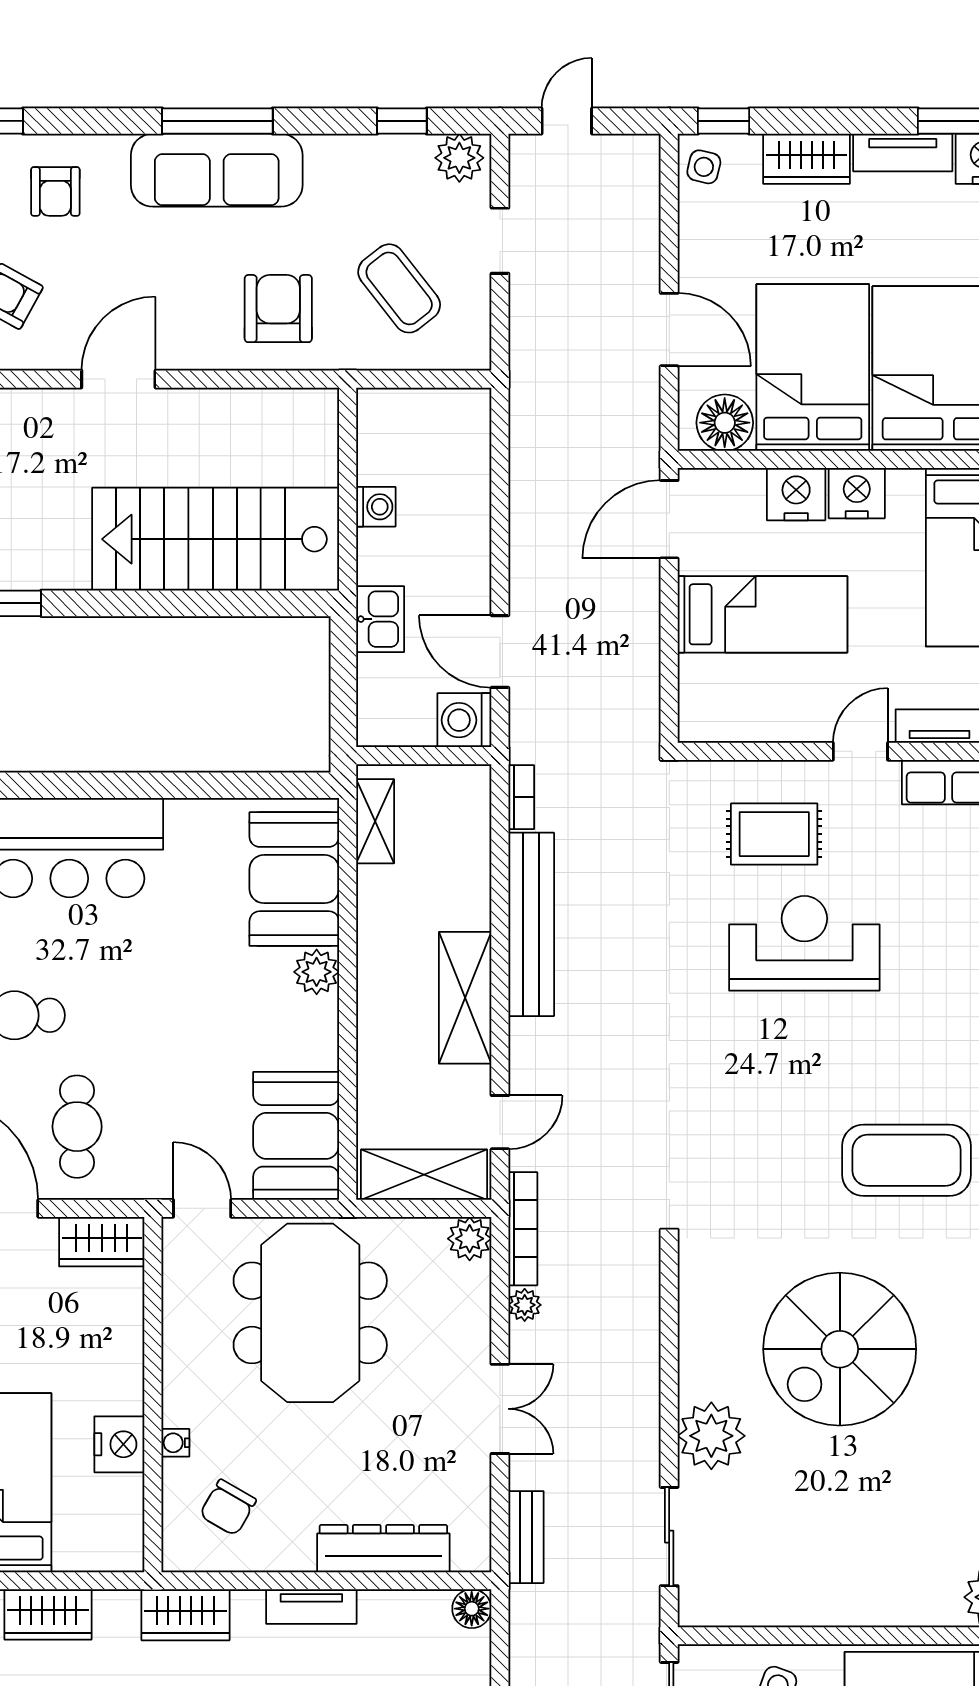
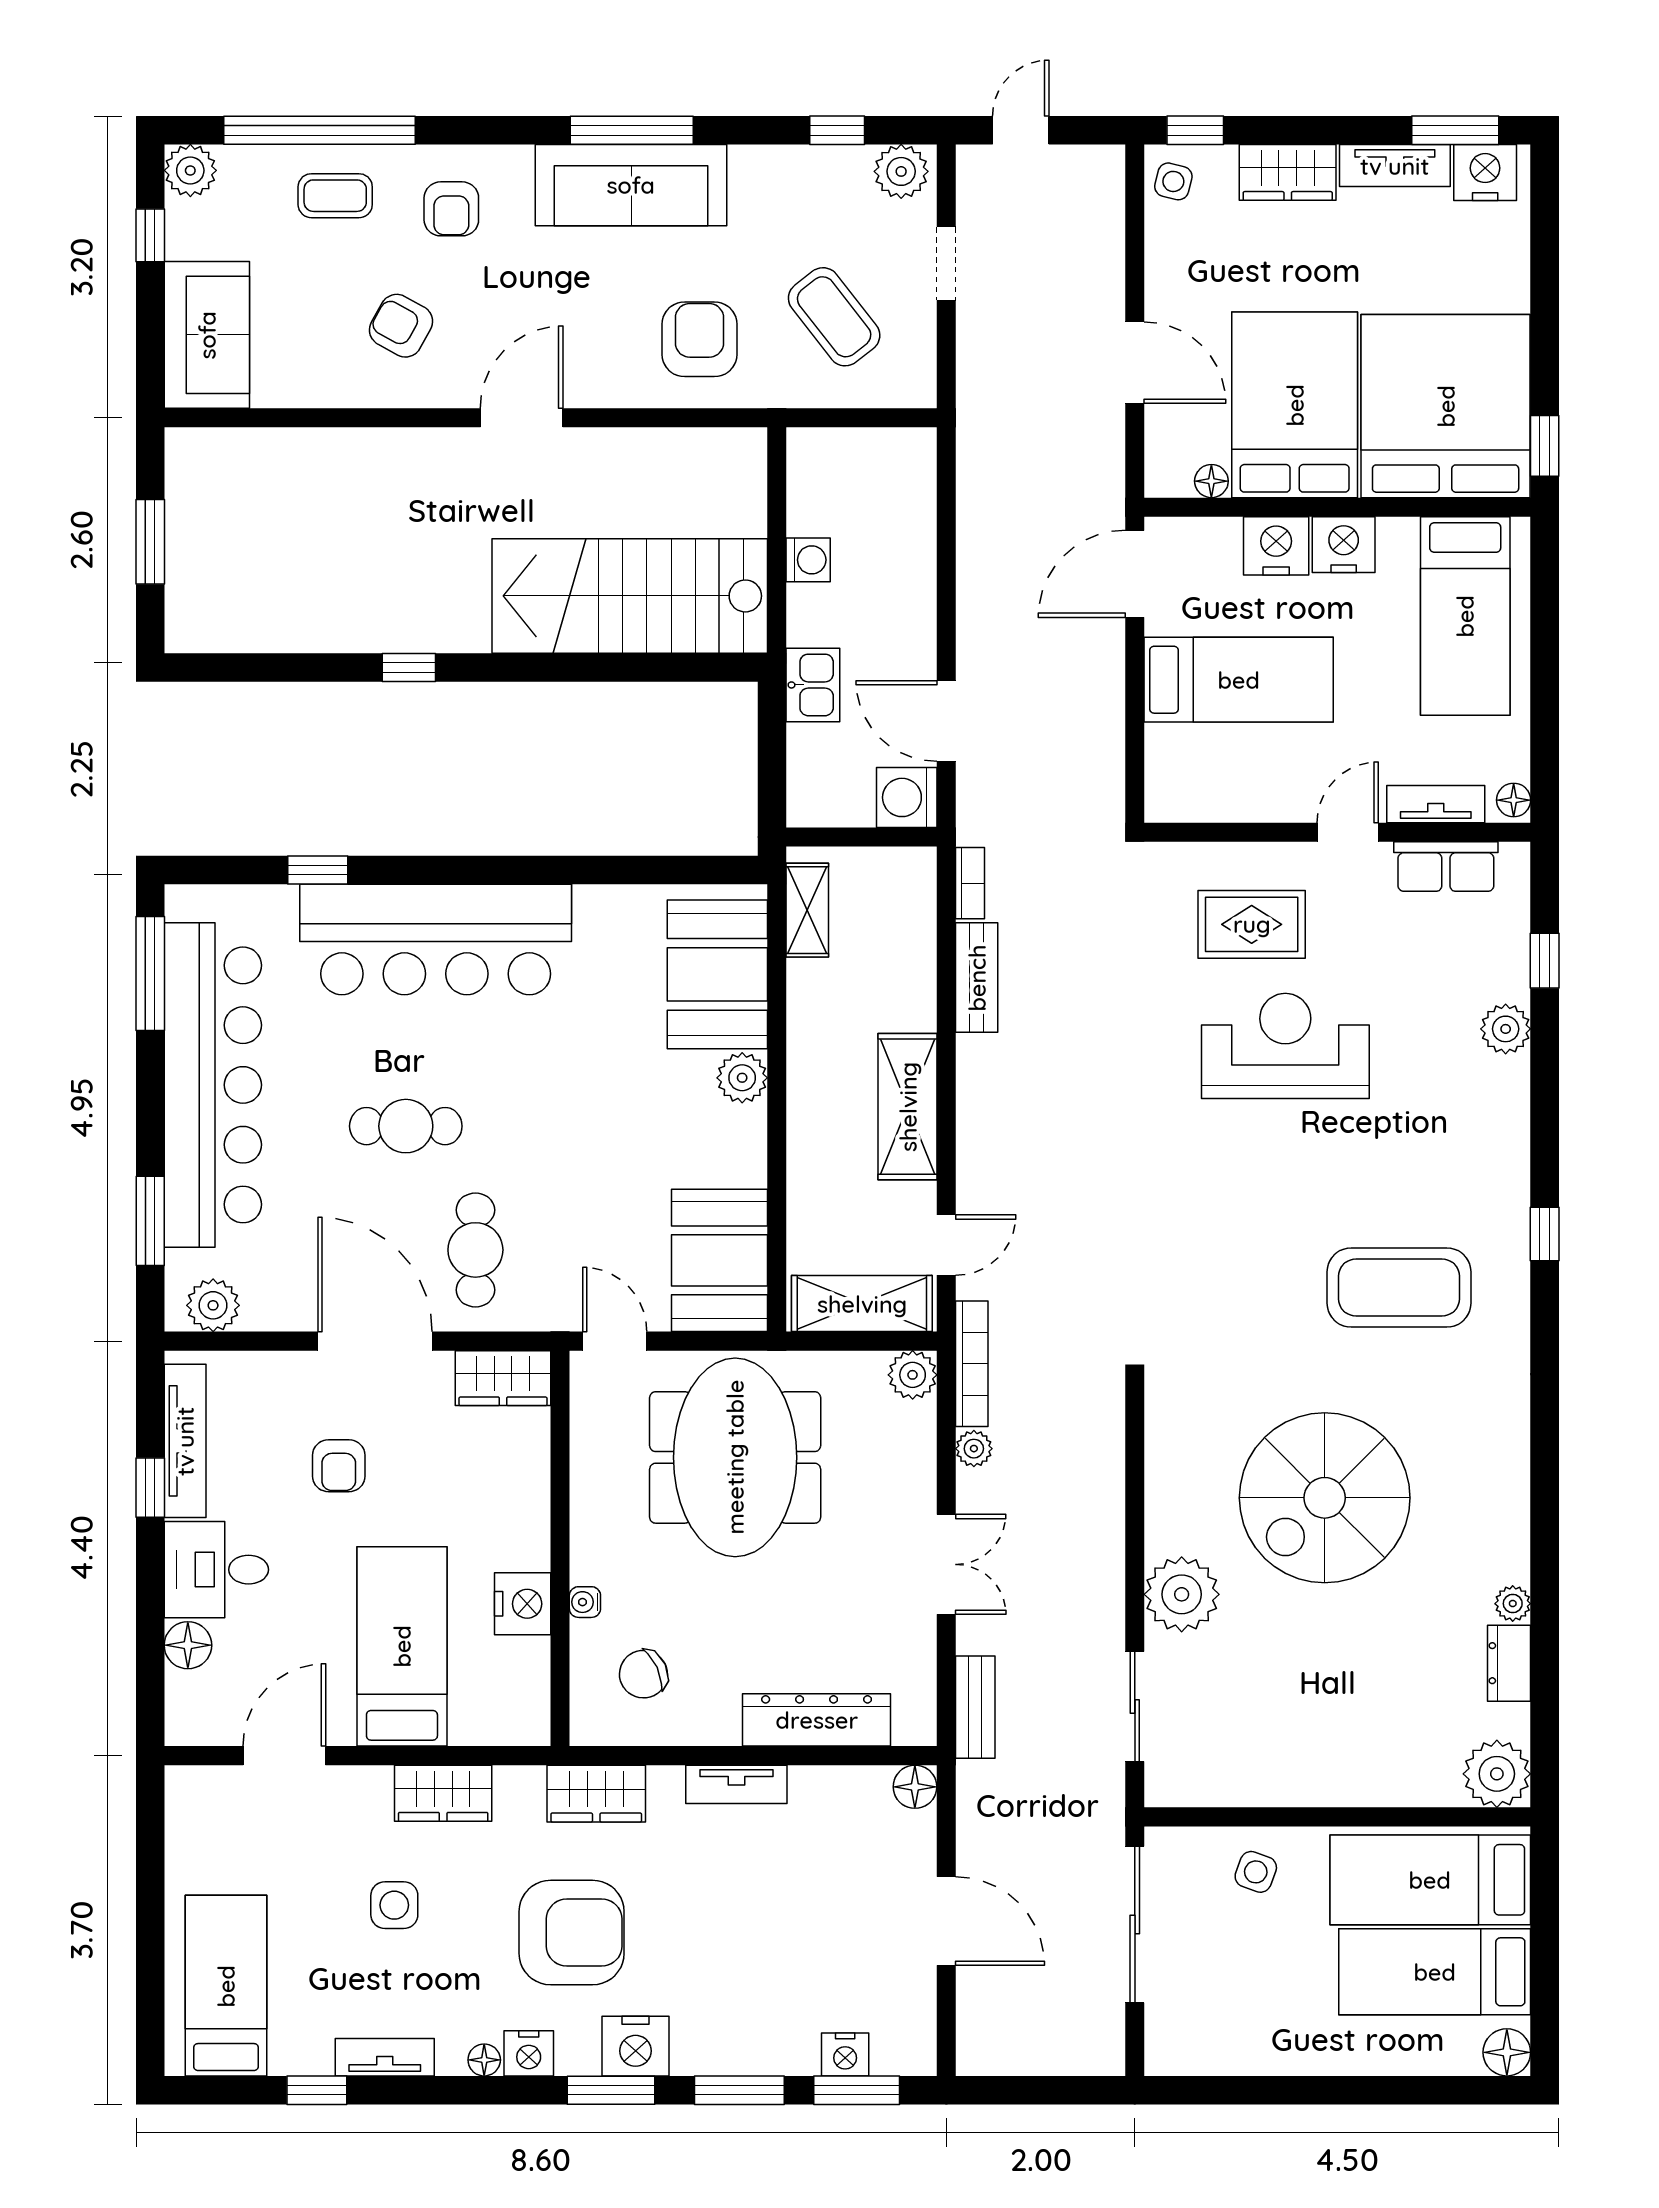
floor lamp: (725, 423) -> (1211, 481), width x0.53, depth x0.53
bench: (531, 924) -> (977, 978), width x0.54, depth x0.82
chair: (228, 1508) -> (643, 1674), turned 35

